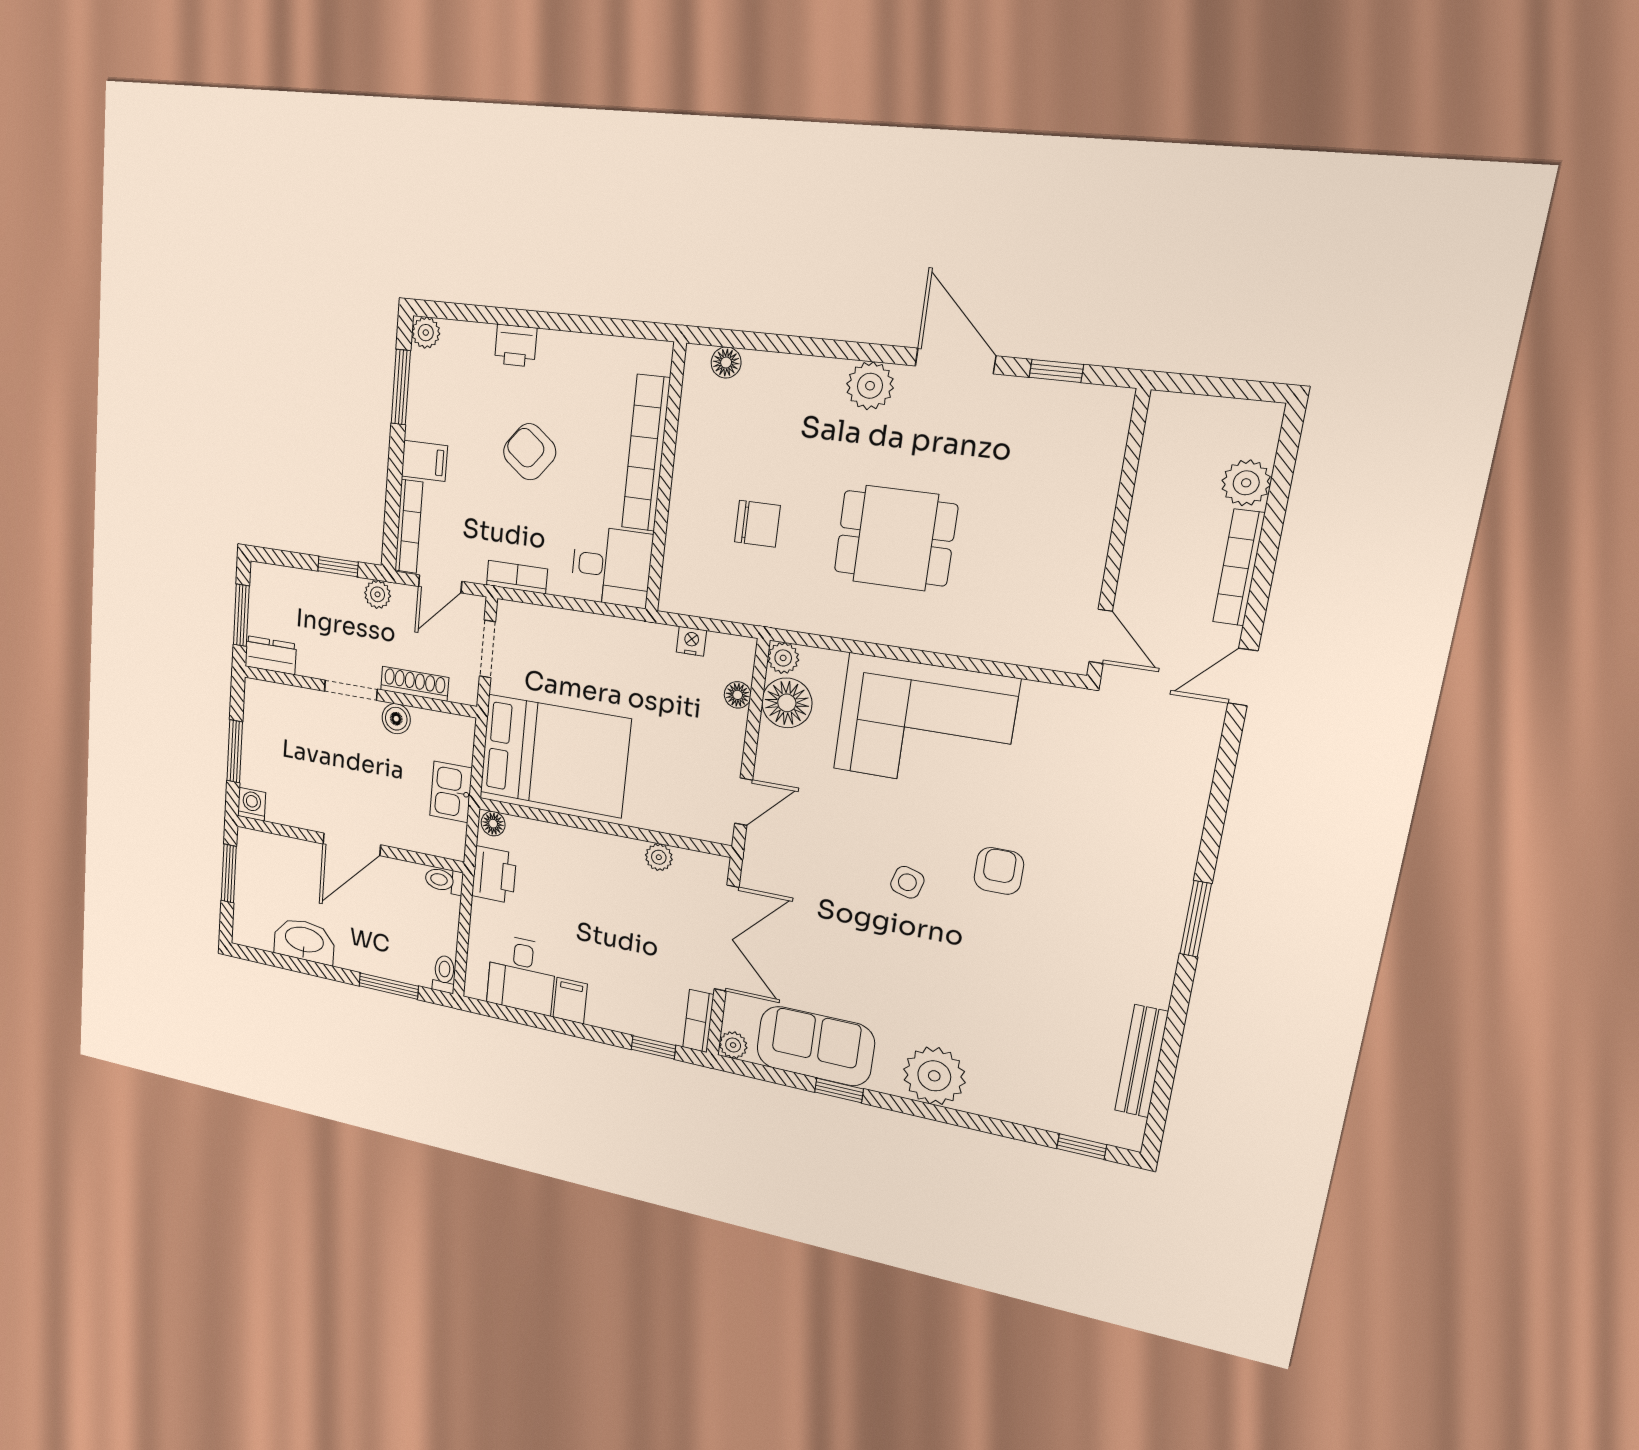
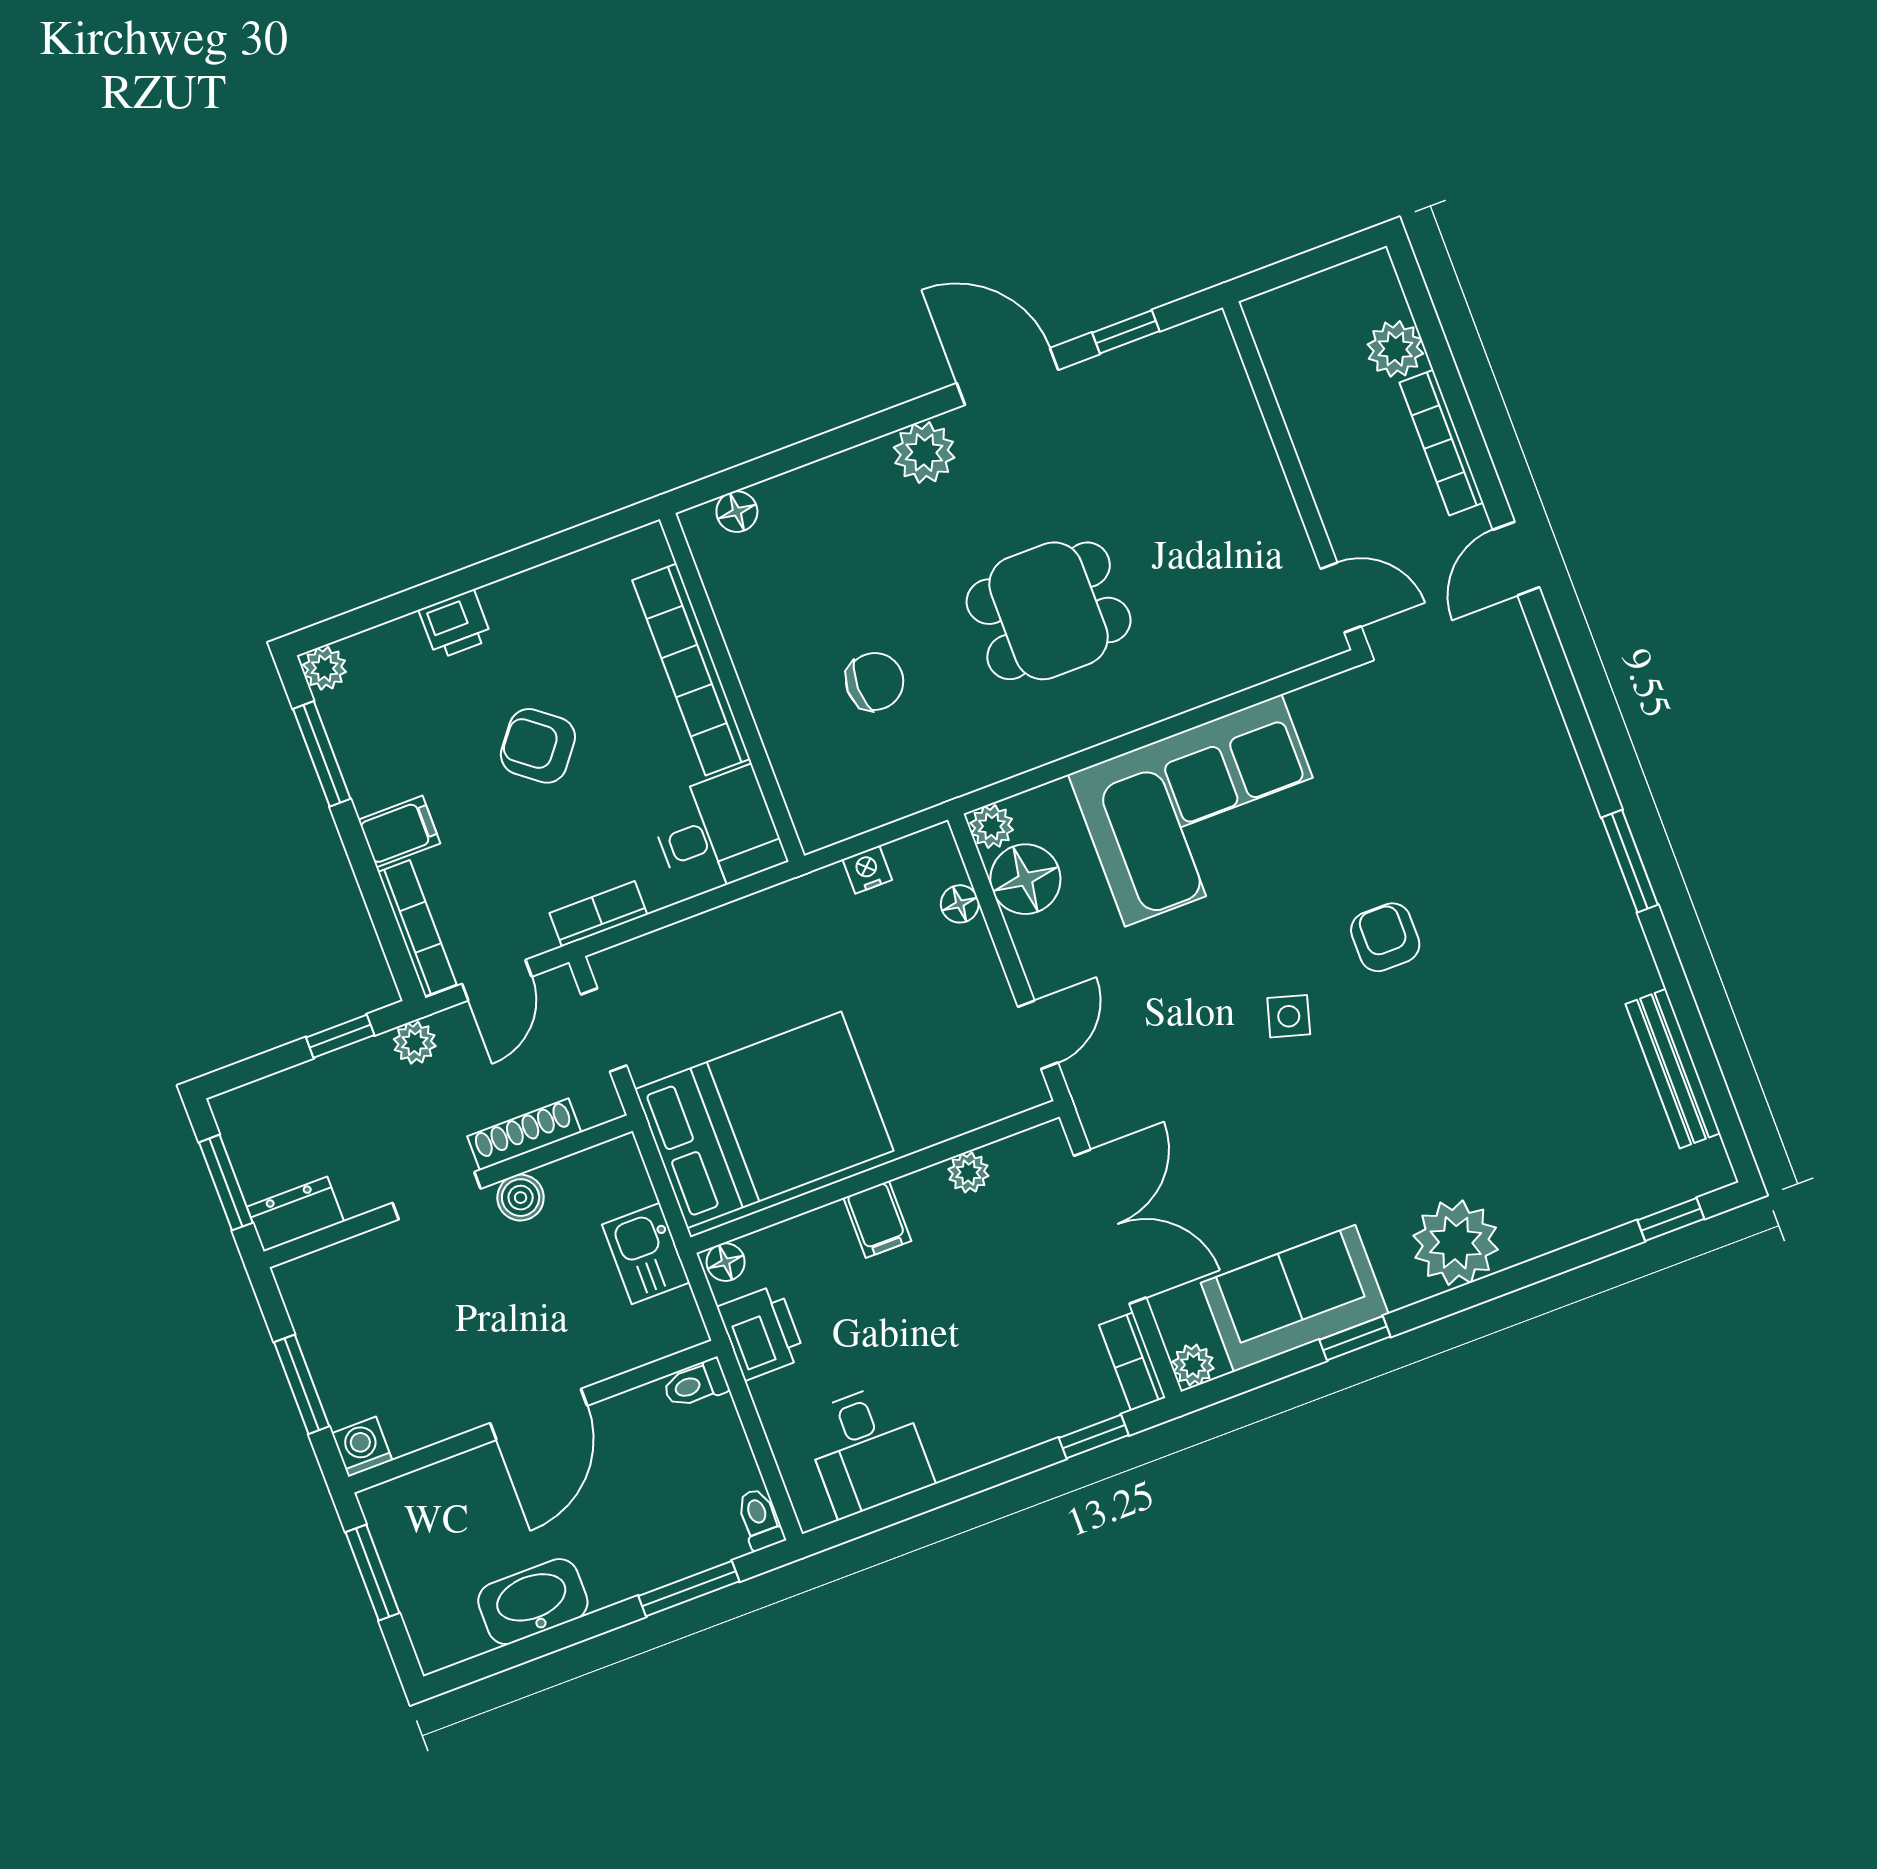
filing cabinet: (570, 1001) -> (877, 1219), moved, turned 180

